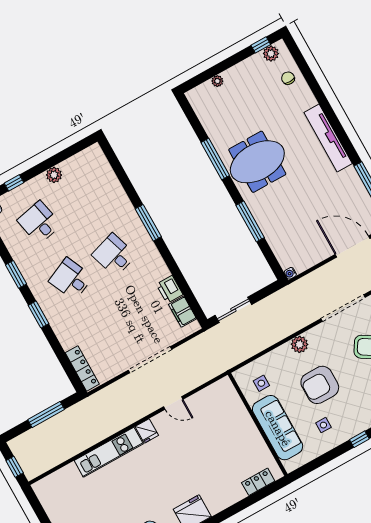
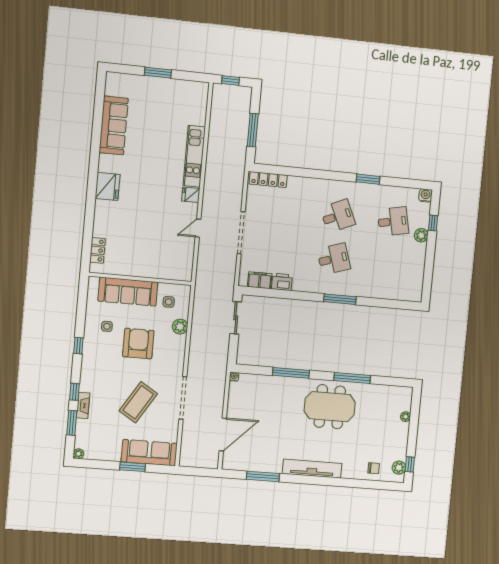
meeting table: (257, 162) -> (330, 407), turned 90
plant: (54, 175) -> (421, 235), moved
window: (38, 314) -> (328, 175), removed
plant: (299, 344) -> (180, 327), moved

